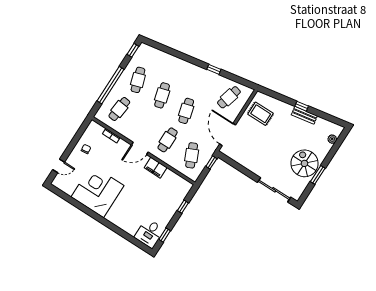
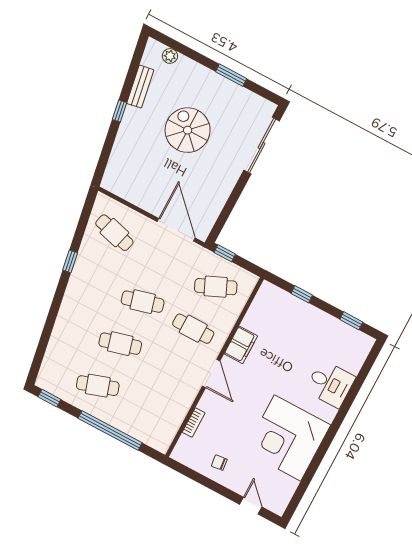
cafe table: (119, 109) -> (148, 413), removed
rug: (261, 114) -> (137, 178), removed
bench: (304, 115) -> (140, 87), moved
door: (228, 134) -> (176, 230), swing flipped
spiral stairs: (304, 163) -> (188, 130), moved, turned 90
desk: (149, 233) -> (330, 384), moved

